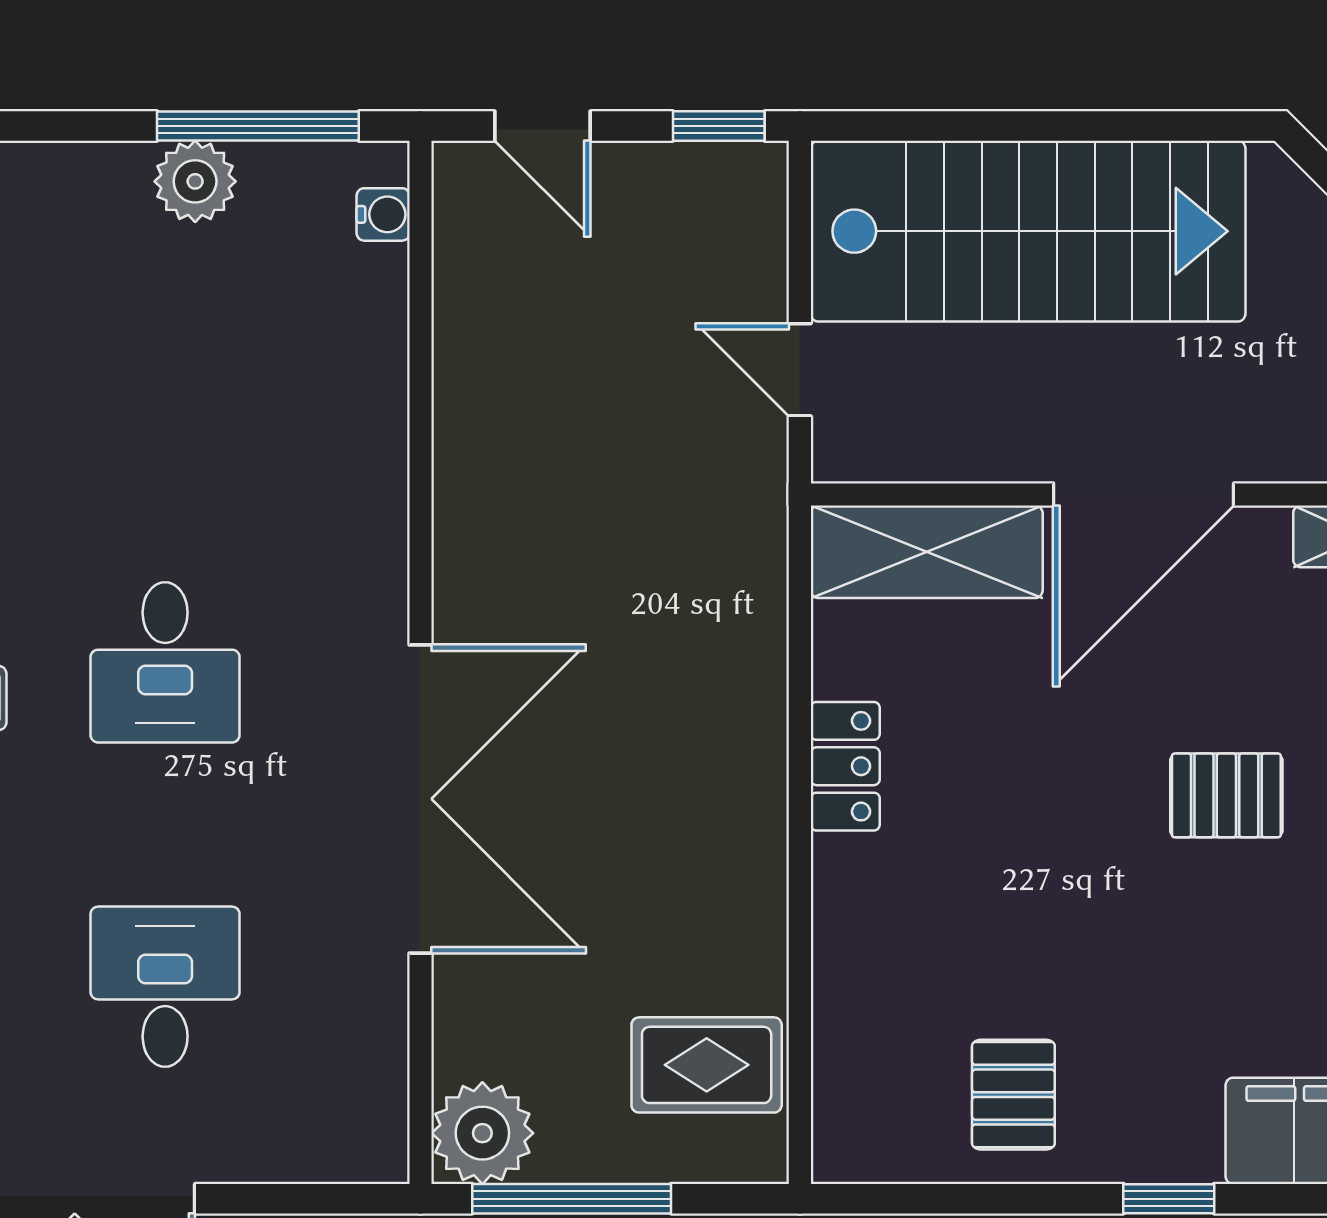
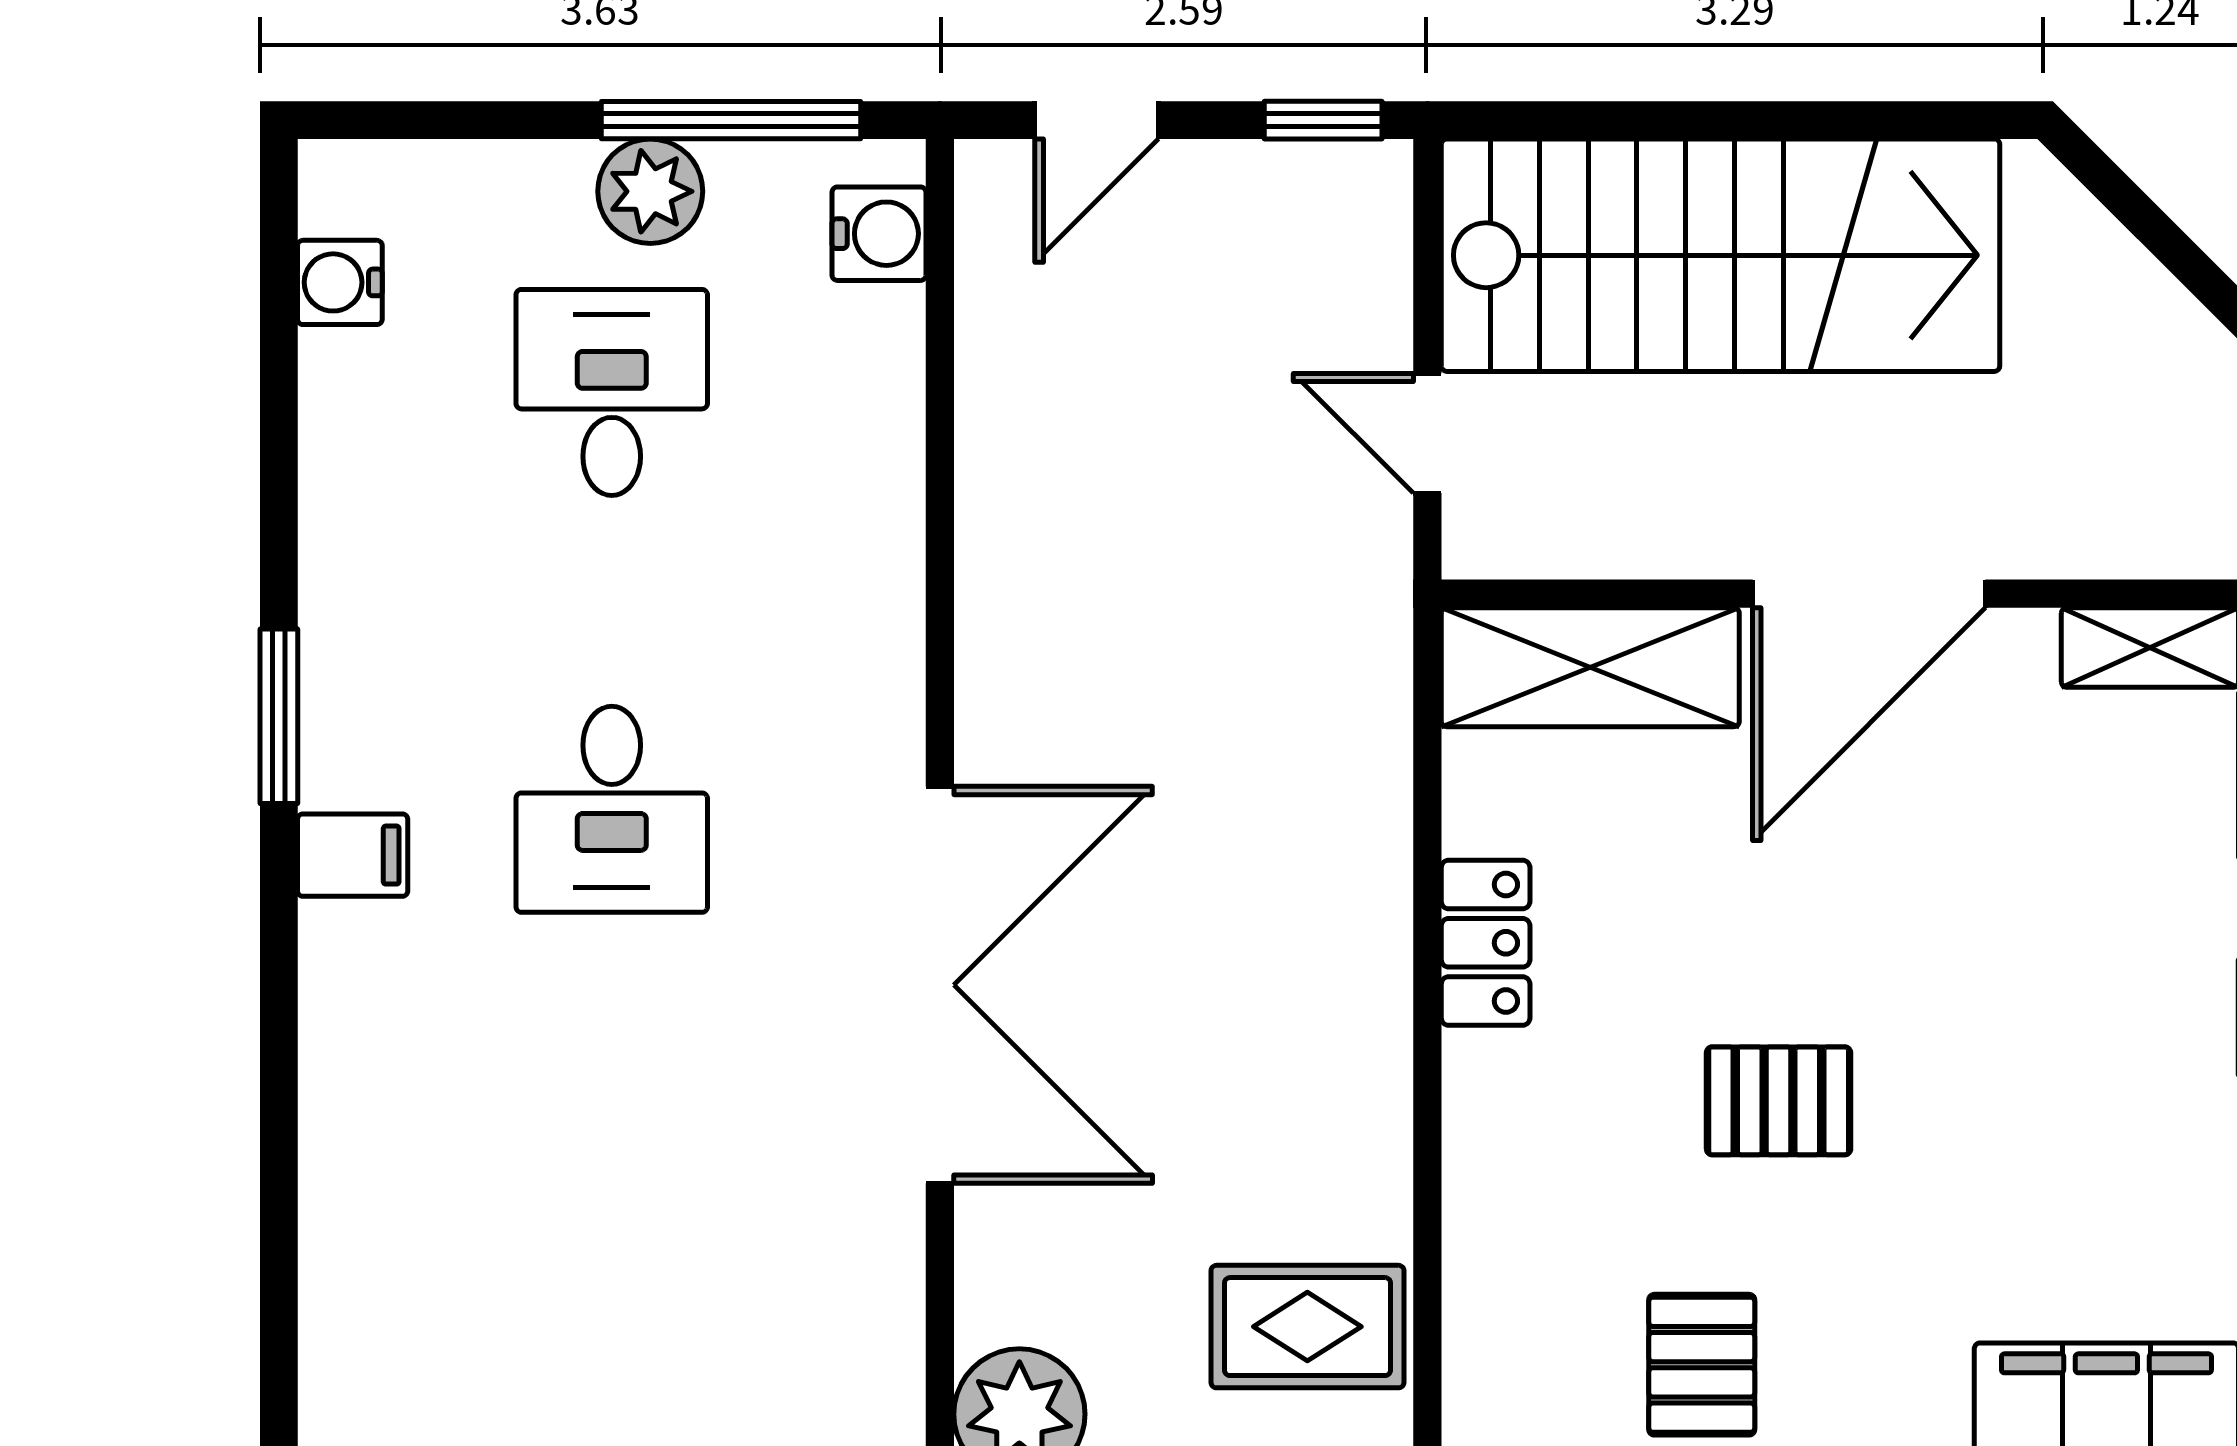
door: (543, 126) -> (1097, 120), hinge flipped
water cooler: (383, 214) -> (879, 234), width x1.38, depth x1.38
pallet: (1226, 795) -> (1779, 1101), moved
desk: (165, 987) -> (612, 393), moved

